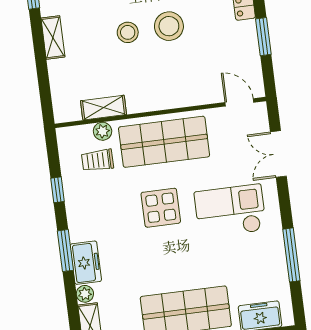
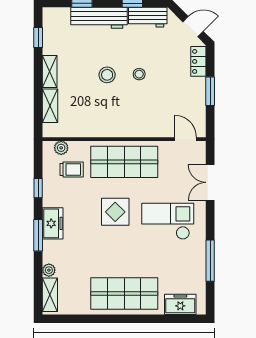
stool: (169, 26) -> (139, 74), width x0.53, depth x0.53
shelving: (104, 108) -> (50, 106), moved, turned 90
plant: (103, 131) -> (61, 148), moved
trolley: (97, 160) -> (72, 169), turned 180
freezer: (86, 263) -> (53, 223), moved

